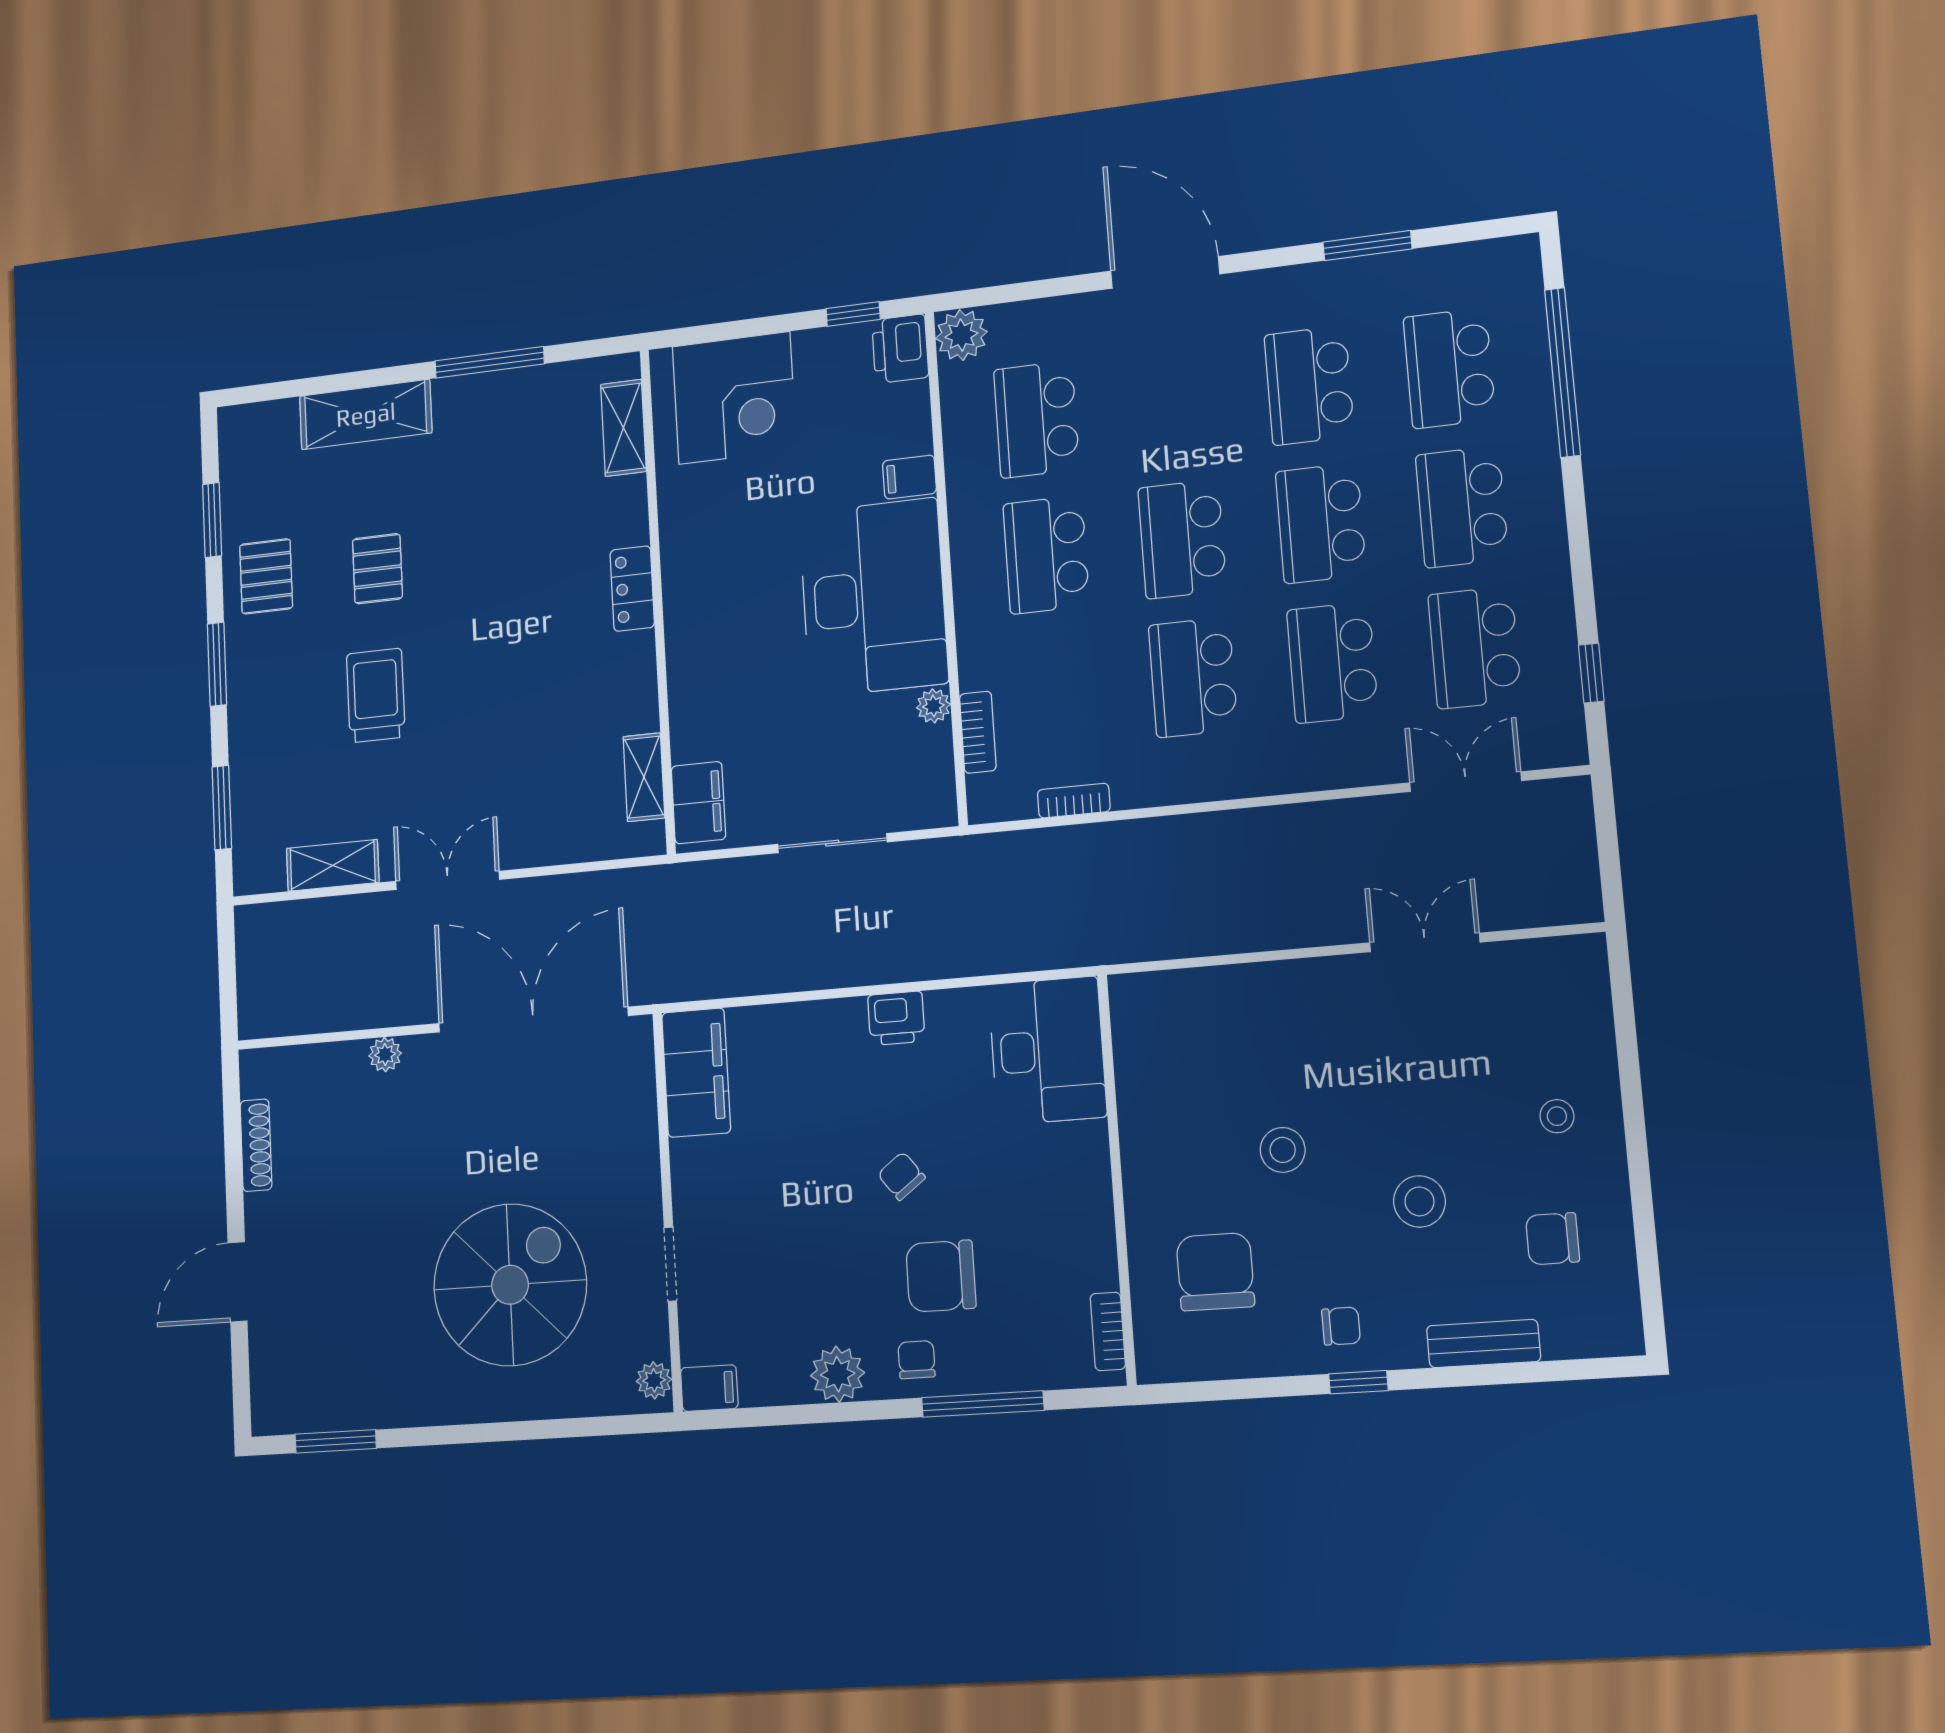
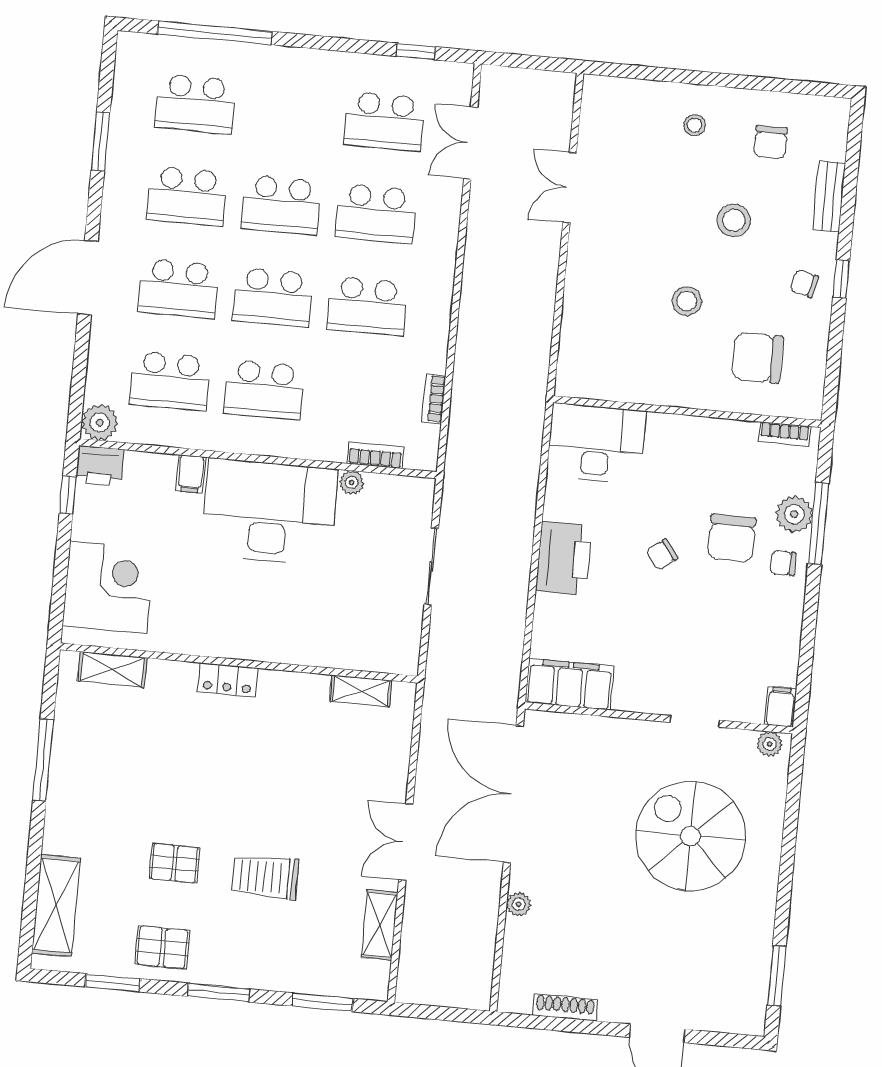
shelving: (366, 414) -> (56, 906), moved
school desk: (1462, 507) -> (178, 289), moved
filing cabinet: (698, 803) -> (386, 655), removed
printer: (896, 1018) -> (564, 558), width x1.87, depth x1.48
chair: (1341, 1326) -> (804, 284), turned -77
plant: (838, 1374) -> (794, 514), moved

